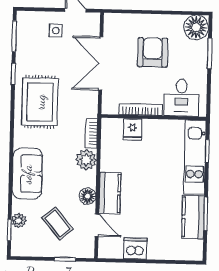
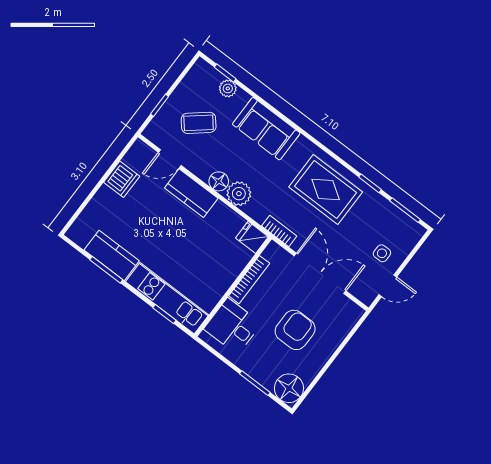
armchair: (153, 52) -> (295, 330), turned -90
fridge: (132, 129) -> (252, 237), moved
bookcase: (91, 133) -> (279, 231), moved
floor lamp: (87, 196) -> (219, 181), moved

